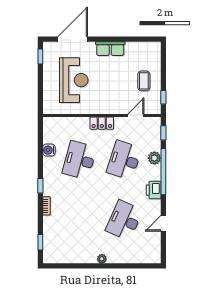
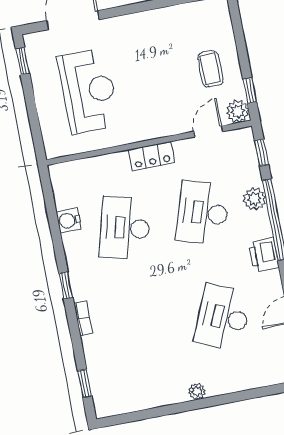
row of seats: (110, 49) -> (141, 24), removed
plant: (154, 107) -> (237, 111), added

